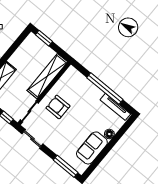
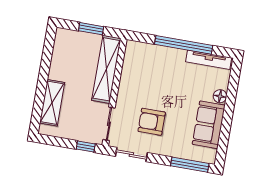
window: (44, 38) -> (91, 29), moved
armchair: (58, 107) -> (152, 122), moved

